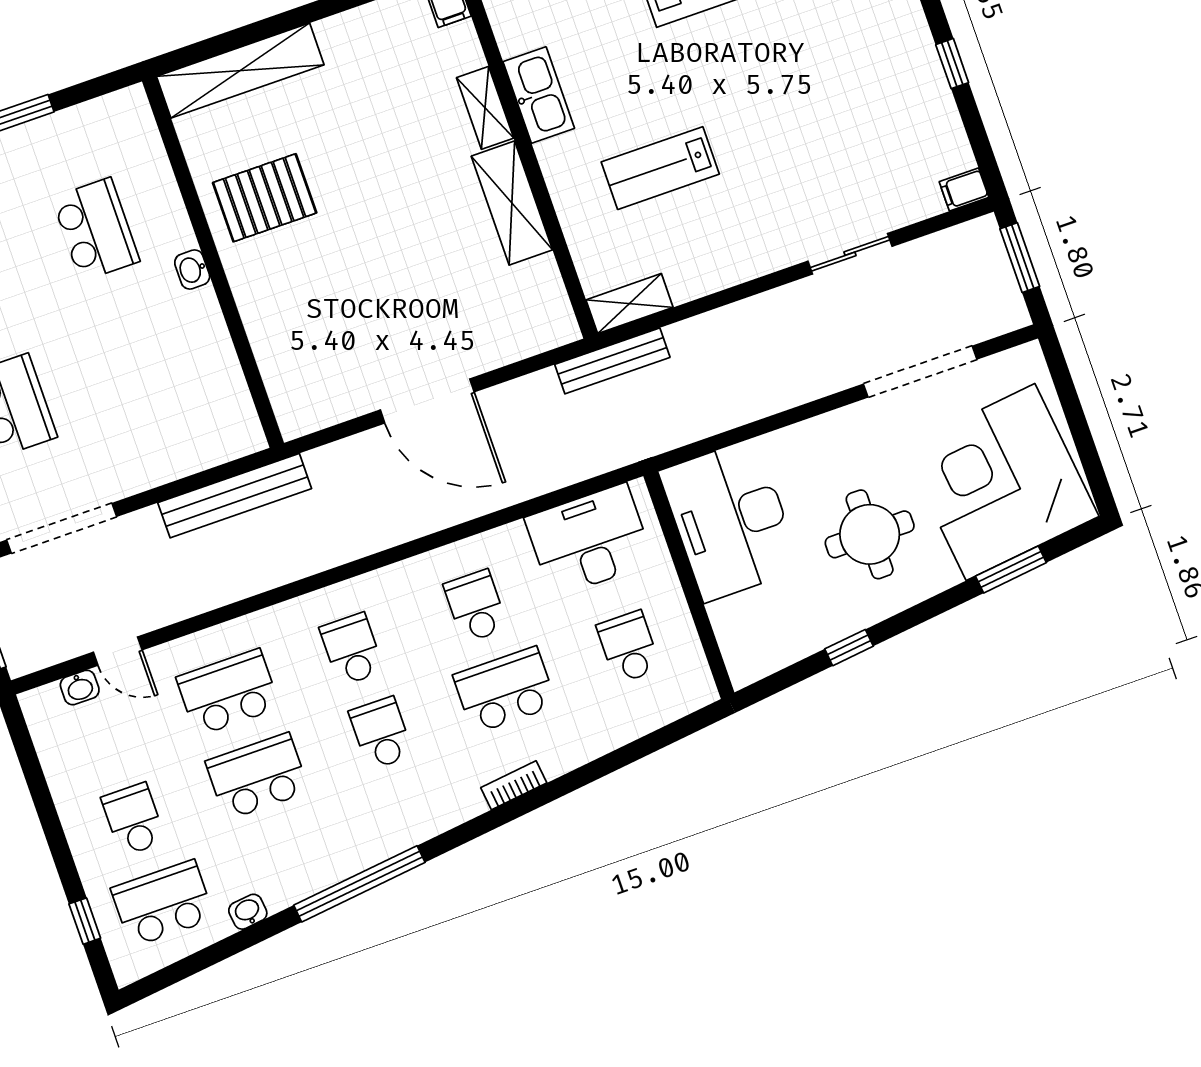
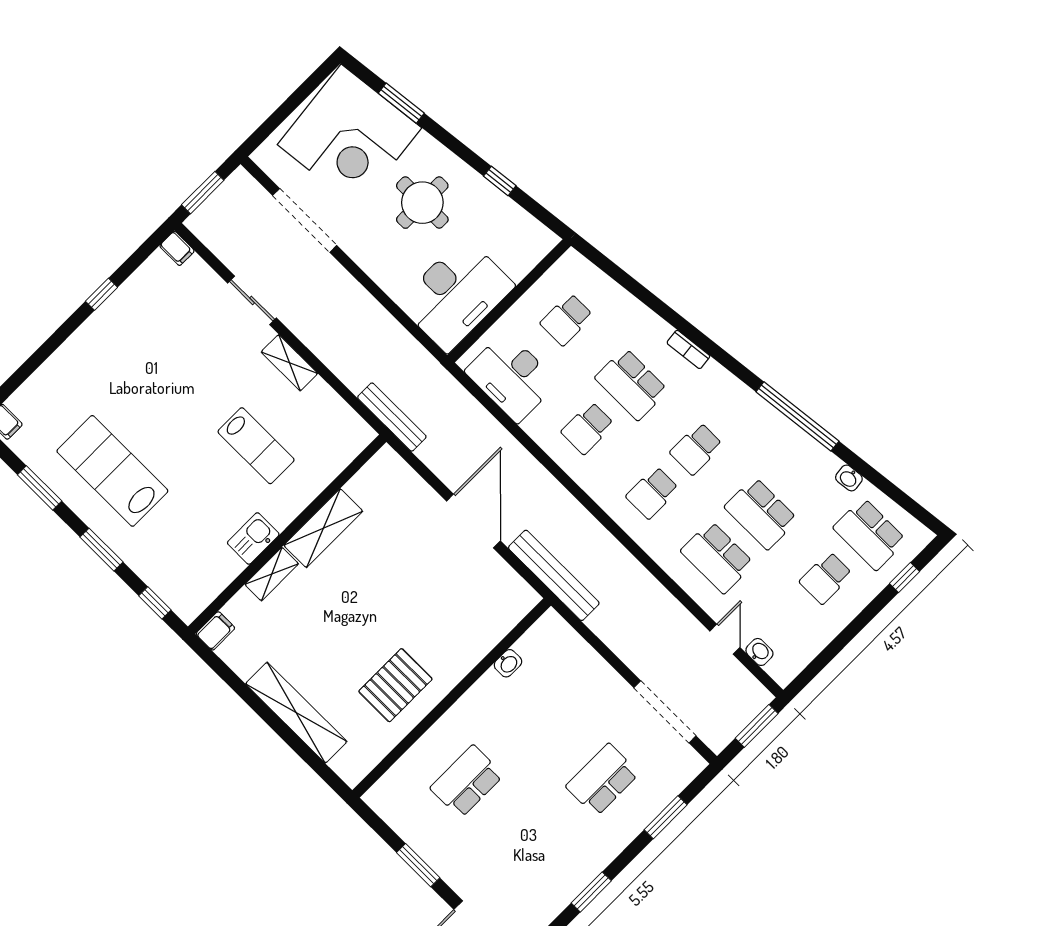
shelving: (240, 71) -> (296, 713), moved
kitchen sink: (539, 95) -> (253, 538), width x0.73
pallet: (265, 198) -> (395, 685), turned 90
washbasin: (192, 269) -> (508, 663), moved
shelving: (629, 304) -> (289, 363), moved
bench: (235, 496) -> (554, 575), moved

